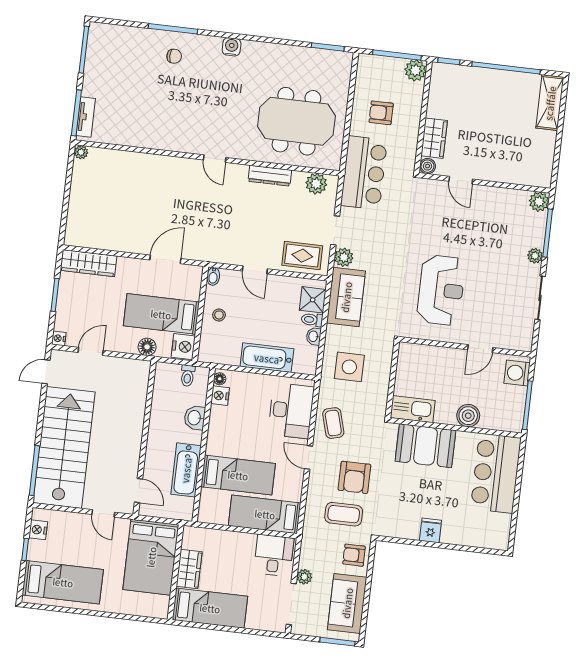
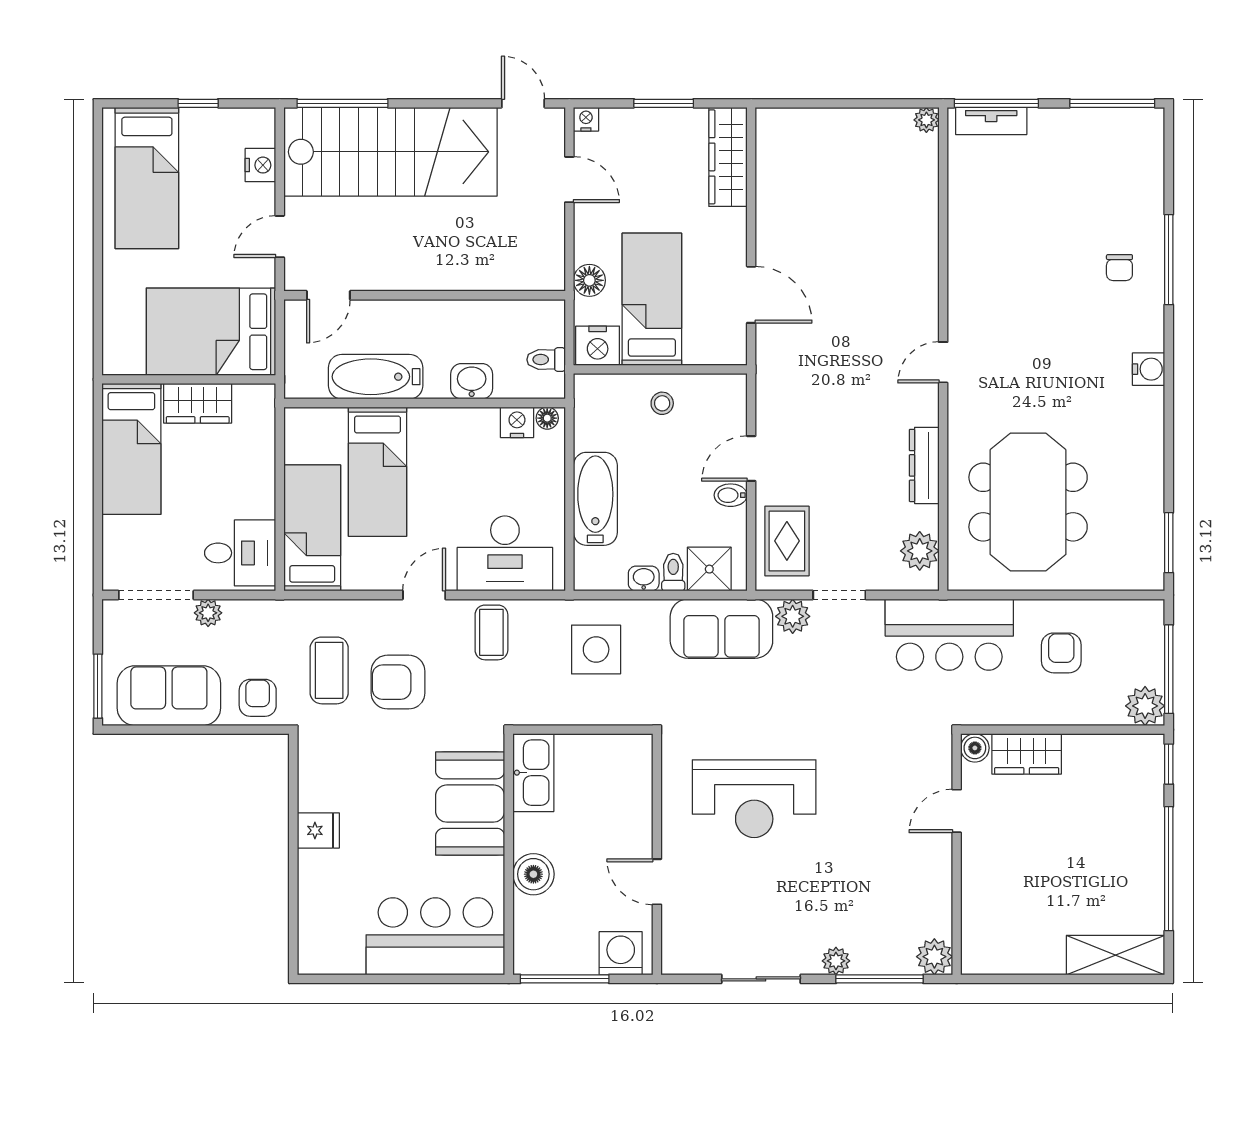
bidet: (213, 276) -> (731, 495), moved
coffee table: (333, 423) -> (491, 632), turned -74
nightstand: (38, 530) -> (260, 165), moved, turned 90

